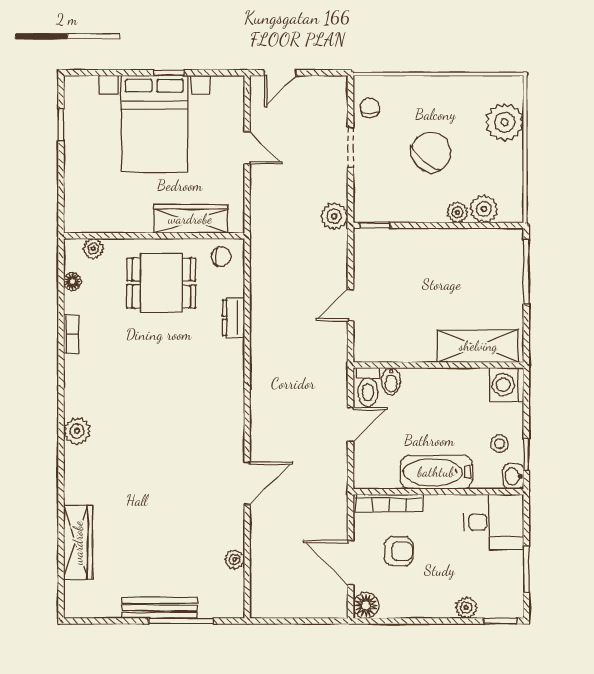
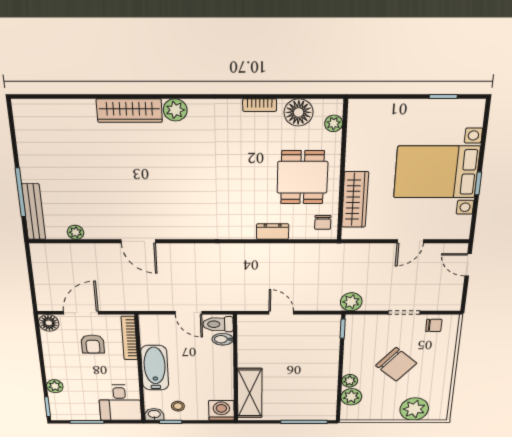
floor lamp: (72, 282) -> (299, 112), width x1.89, depth x1.89
wardrobe: (78, 543) -> (129, 111), moved
bench: (160, 608) -> (34, 212), moved

